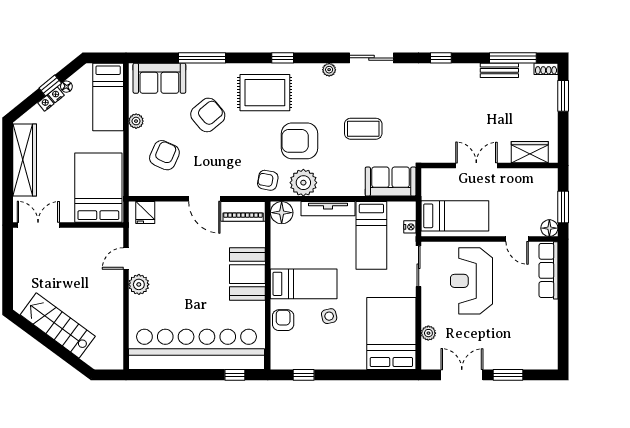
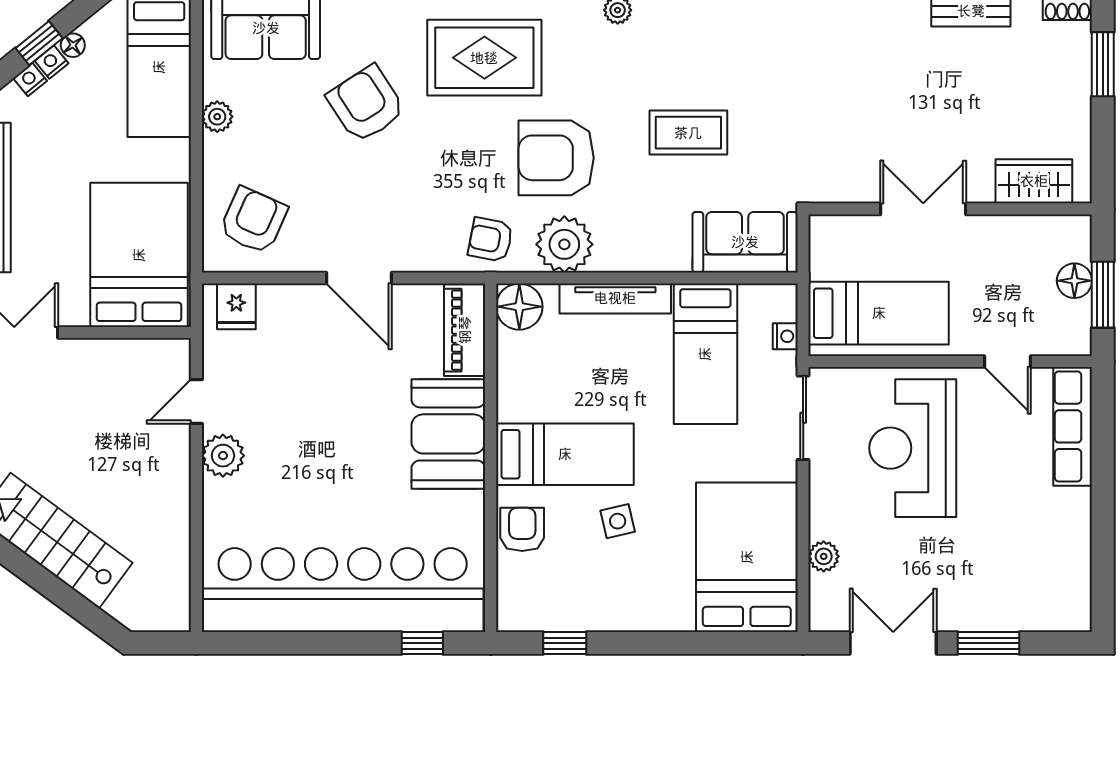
armchair: (208, 115) -> (366, 104), turned -83
armchair: (164, 155) -> (253, 220), moved
piano: (243, 211) -> (465, 330), moved, turned 90
floor lamp: (549, 228) -> (1074, 281), moved

